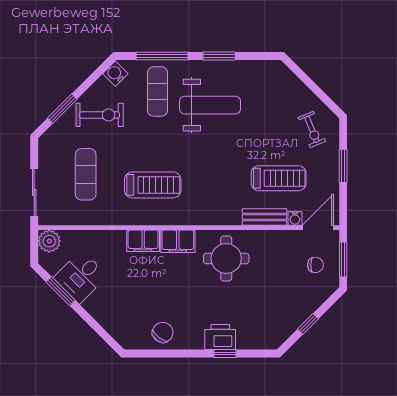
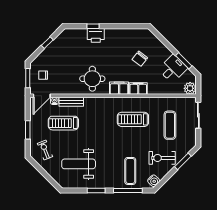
weight bench: (210, 105) -> (79, 164), moved
chair: (163, 332) -> (140, 59), moved

